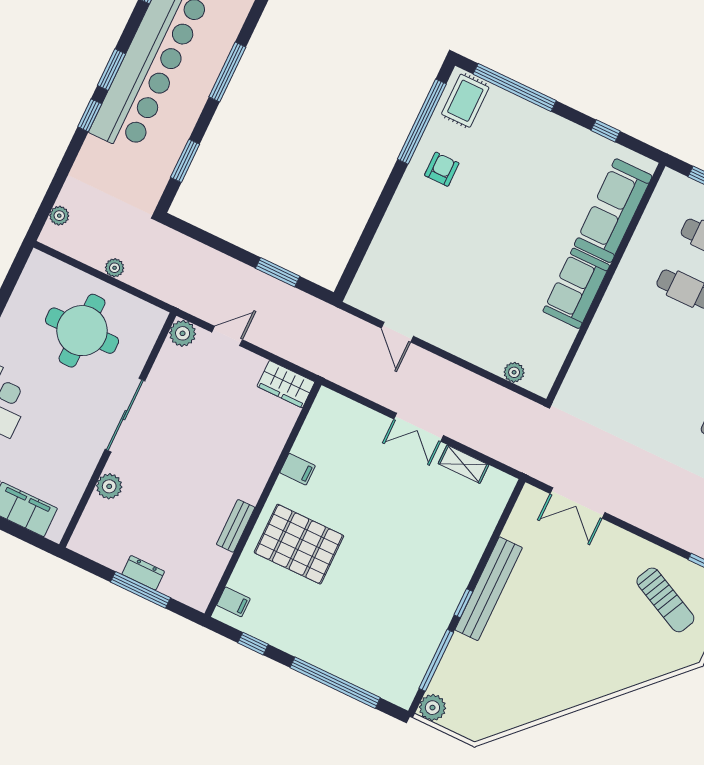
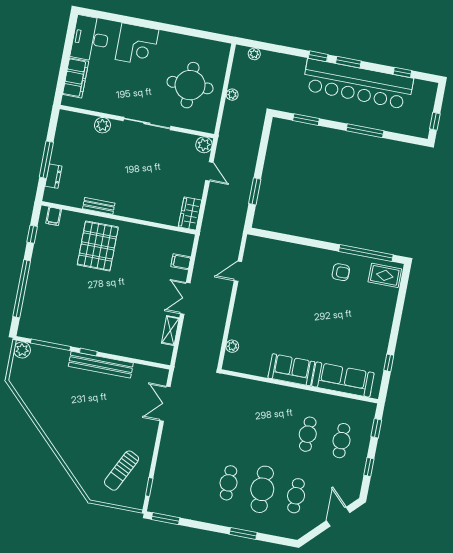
window: (515, 87) -> (400, 302), removed
filing cabinet: (298, 469) -> (181, 262), moved, turned 90
dresser: (143, 573) -> (53, 176), moved

